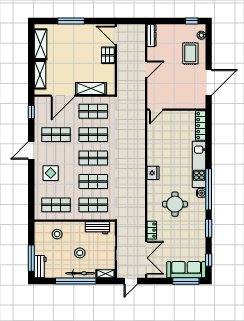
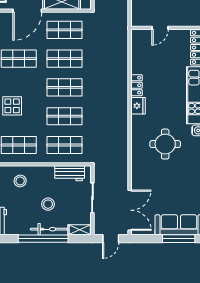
door: (156, 110) -> (160, 28), moved
locker: (152, 230) -> (137, 85), moved

